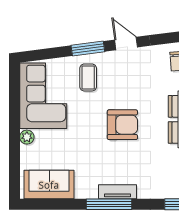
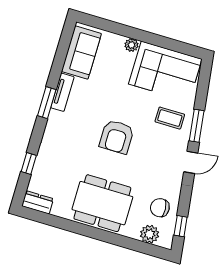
tv unit: (118, 192) -> (62, 92), moved
window: (109, 204) -> (47, 103), width x0.69

